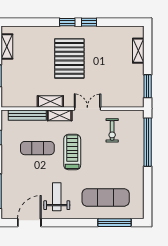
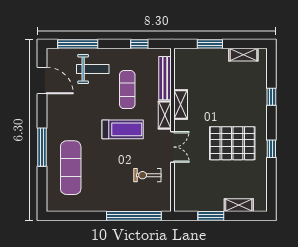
window: (67, 22) -> (271, 97), moved
pallet: (69, 58) -> (232, 143), moved
window: (148, 86) -> (211, 216), moved
weight bench: (57, 197) -> (93, 69), moved
window: (115, 223) -> (42, 147), moved

